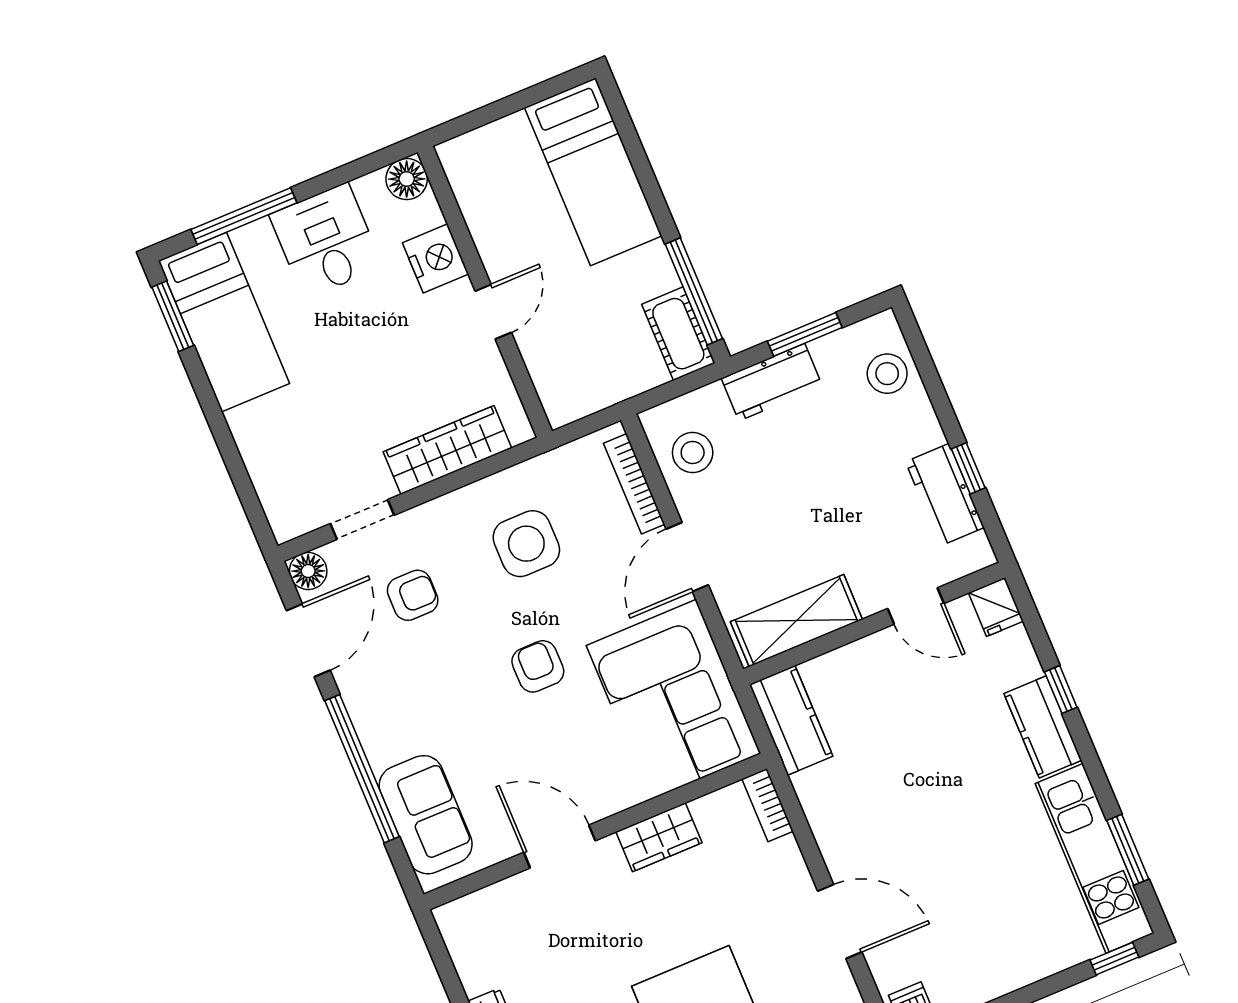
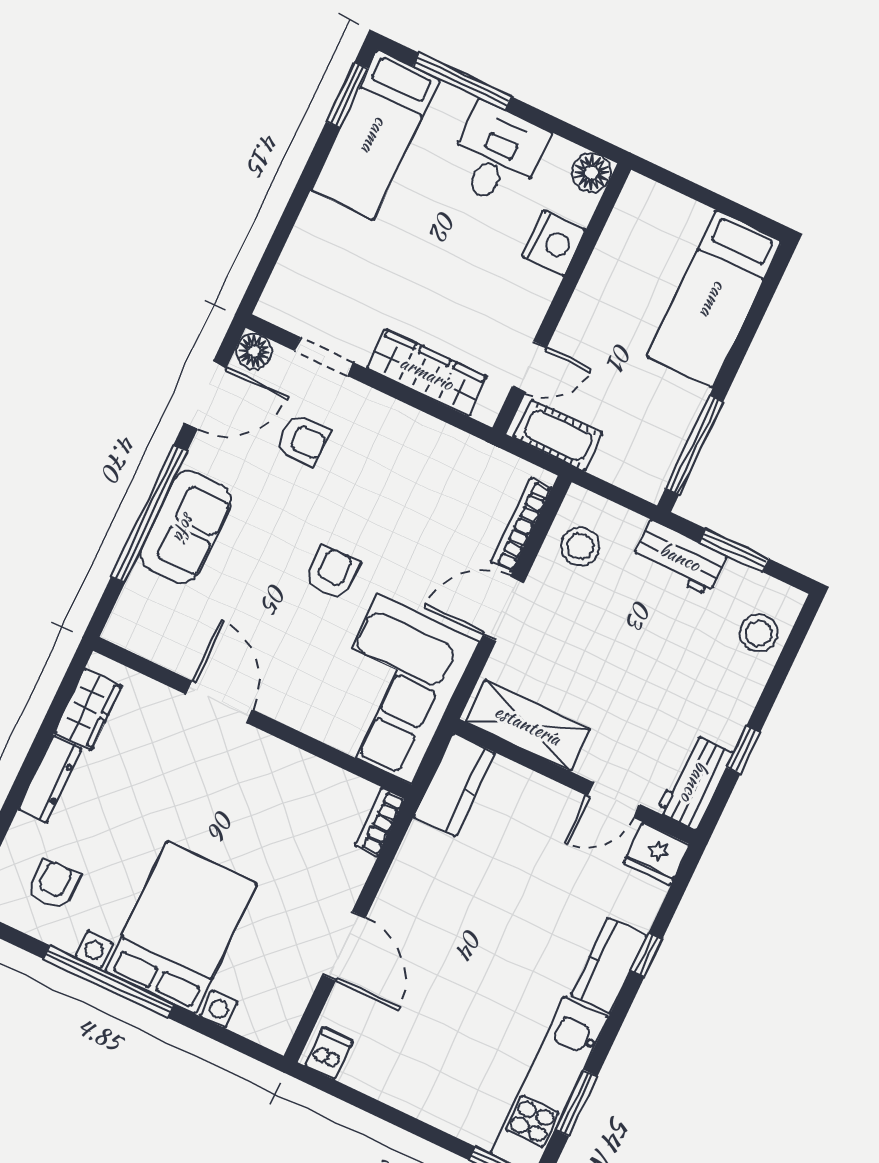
door: (493, 312) -> (529, 367), moved
cot: (678, 334) -> (558, 435), moved, turned 90
workbench: (945, 495) -> (695, 782), moved
side table: (526, 544) -> (411, 487), removed
door: (916, 606) -> (613, 800), hinge flipped
fridge: (996, 607) -> (657, 854), width x1.38
sofa: (426, 815) -> (186, 527), moved
wardrobe: (659, 837) -> (88, 709), moved, turned -90

